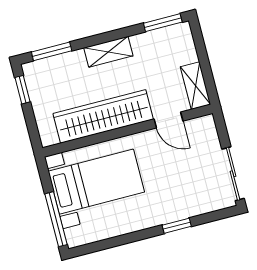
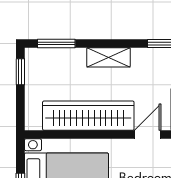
door: (168, 120) -> (148, 135), swing flipped

